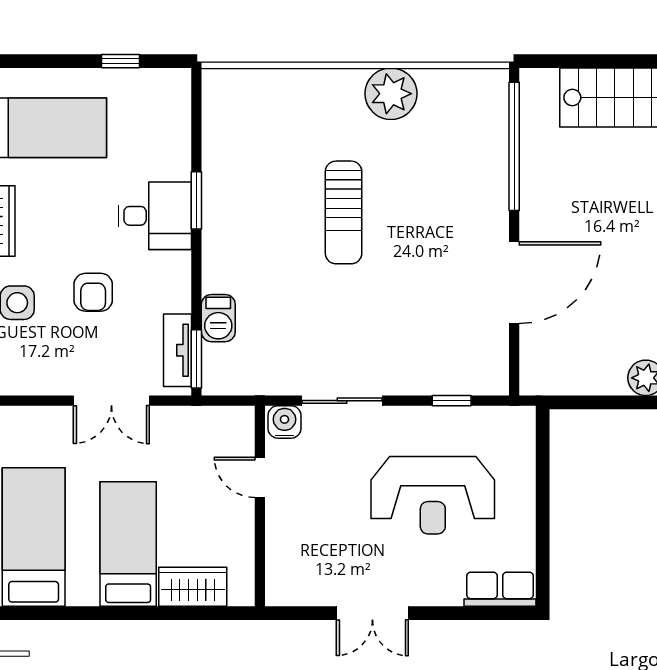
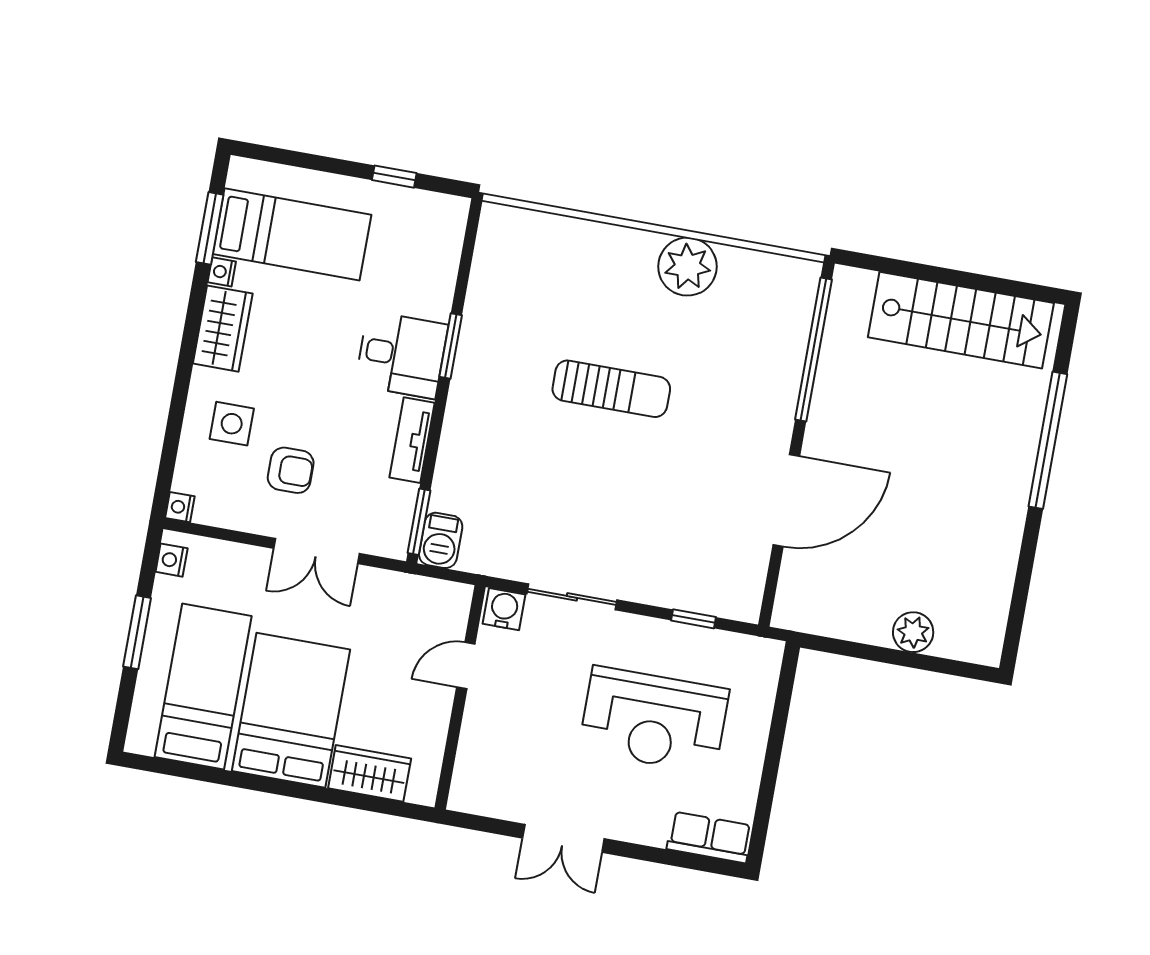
sun lounger: (344, 212) -> (611, 389), turned -90
armchair: (93, 292) -> (291, 470), moved, turned -90
barbecue: (218, 318) -> (441, 540), moved
tv unit: (178, 350) -> (412, 440), moved
door: (260, 477) -> (466, 666), hinge flipped
bed: (128, 544) -> (291, 710), width x1.50

